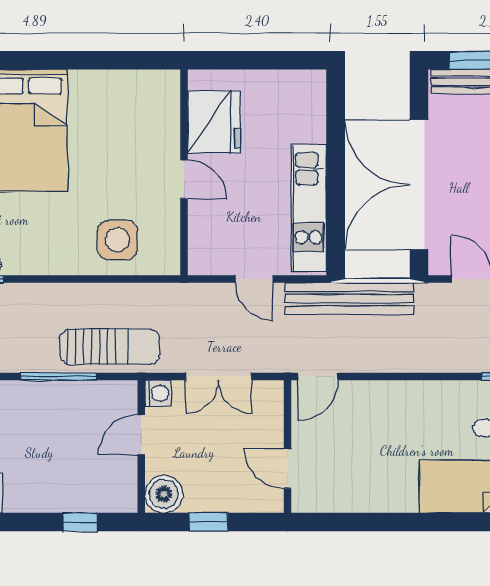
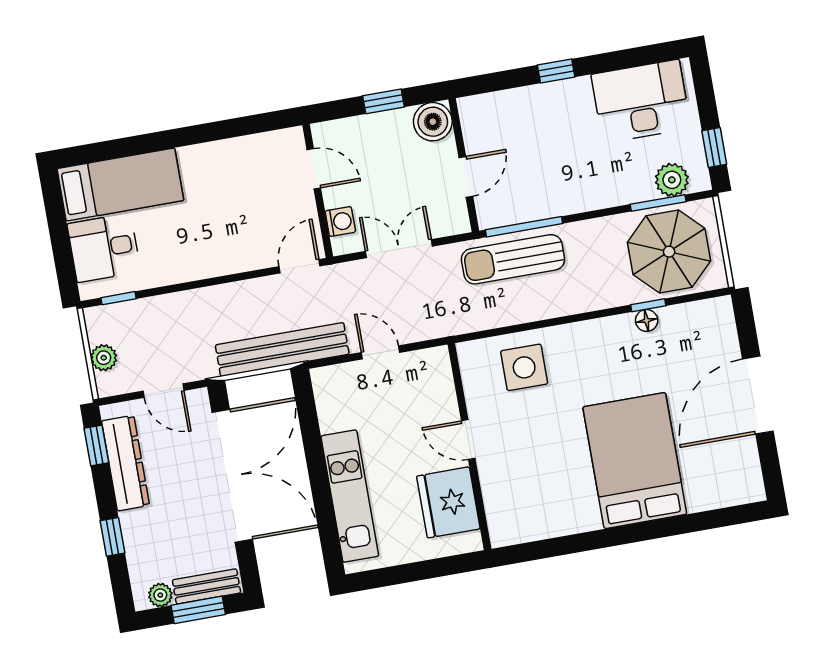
kitchen unit: (309, 208) -> (350, 496), moved
window: (58, 376) -> (524, 227), moved
washing machine: (158, 393) -> (340, 221), moved, turned 180
window: (80, 522) -> (556, 71), moved

